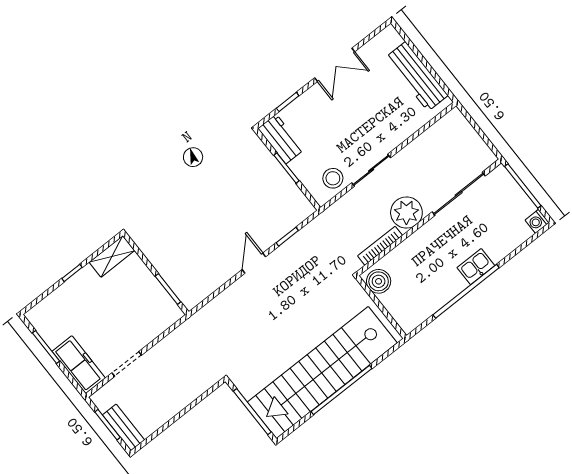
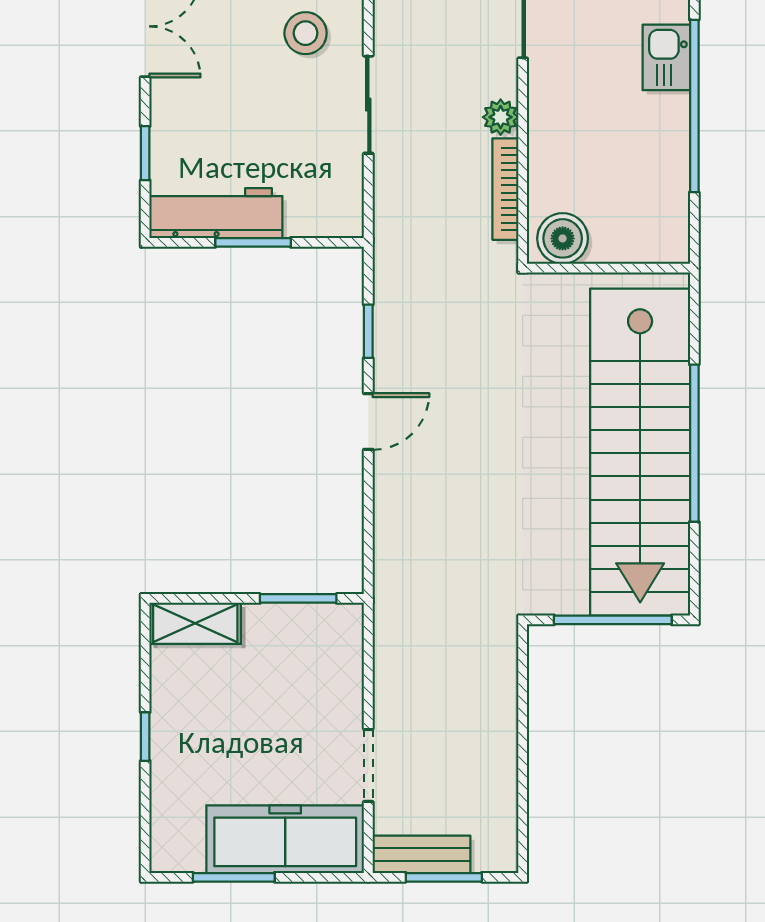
workbench: (281, 139) -> (216, 213), width x1.37
stool: (333, 178) -> (306, 33), moved
plant: (406, 213) -> (501, 117), width x0.53, depth x0.53
shelving: (112, 256) -> (195, 623), moved, turned 90
door: (254, 263) -> (368, 422), swing flipped
freezer: (79, 365) -> (285, 839), width x1.36, depth x1.26
bench: (124, 427) -> (421, 854), moved

